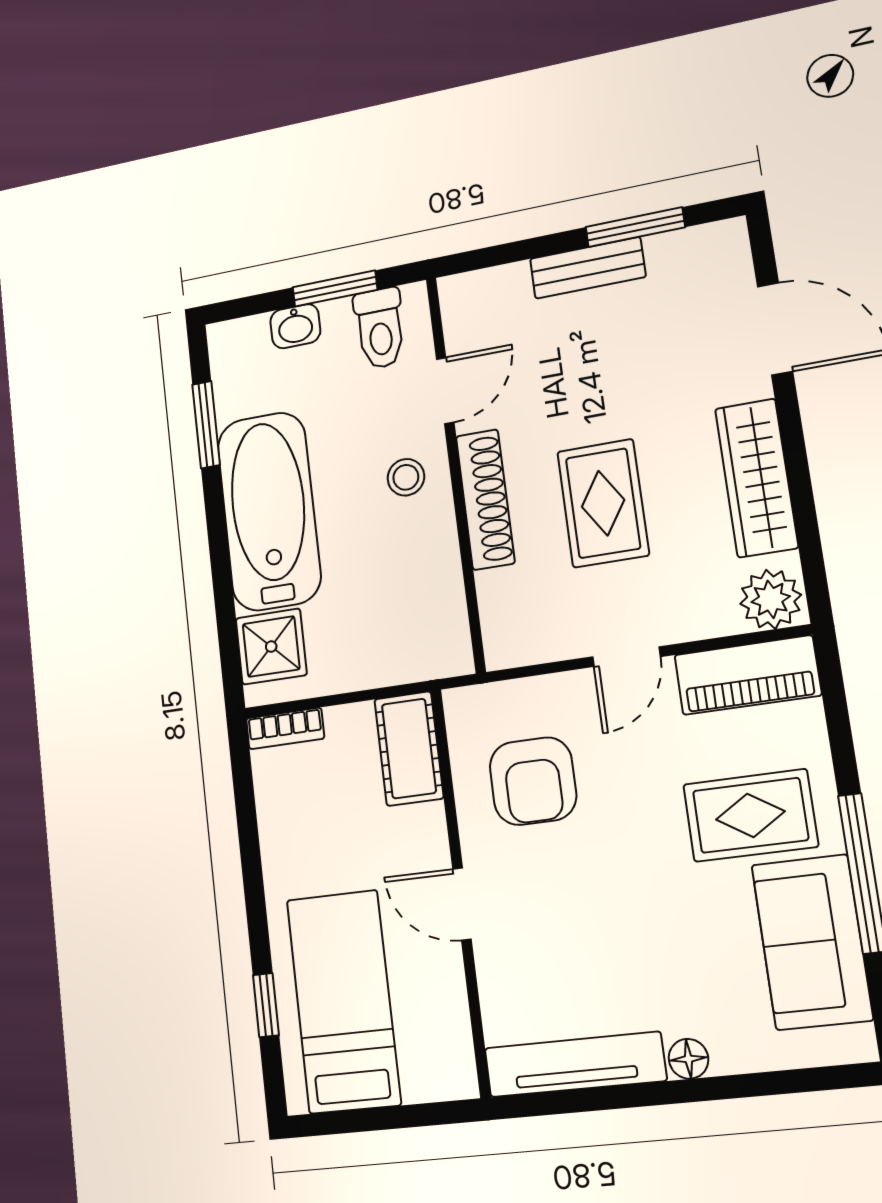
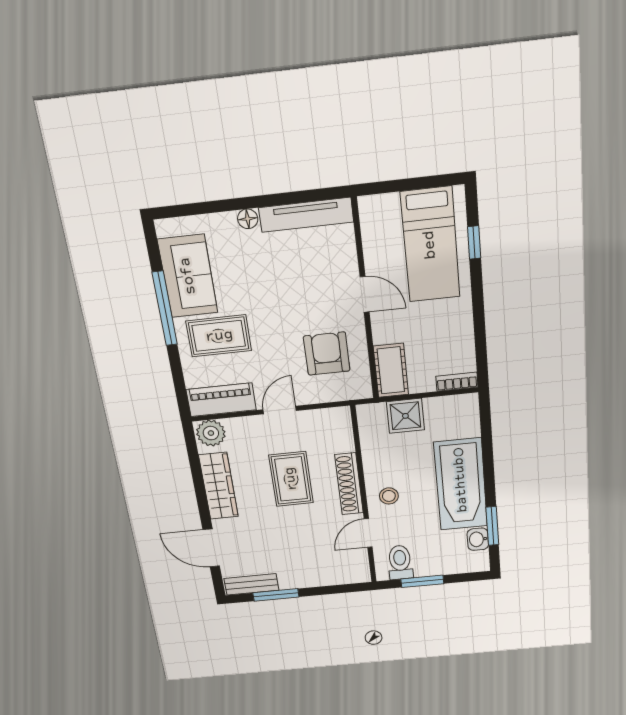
bench: (588, 268) -> (251, 584), moved
washbasin: (295, 326) -> (478, 539), moved, turned -90
shower: (271, 647) -> (405, 416), moved

